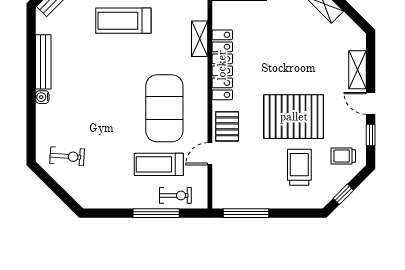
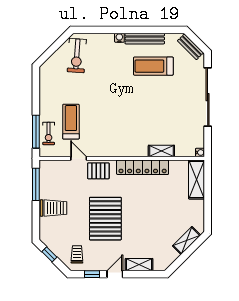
treadmill: (123, 21) -> (153, 66), moved, turned -90
exercise mat: (164, 108) -> (111, 126), removed
exercise bike: (67, 156) -> (77, 56), width x1.38, depth x1.39
trolley: (299, 167) -> (54, 208), moved
window: (156, 213) -> (36, 132), moved

